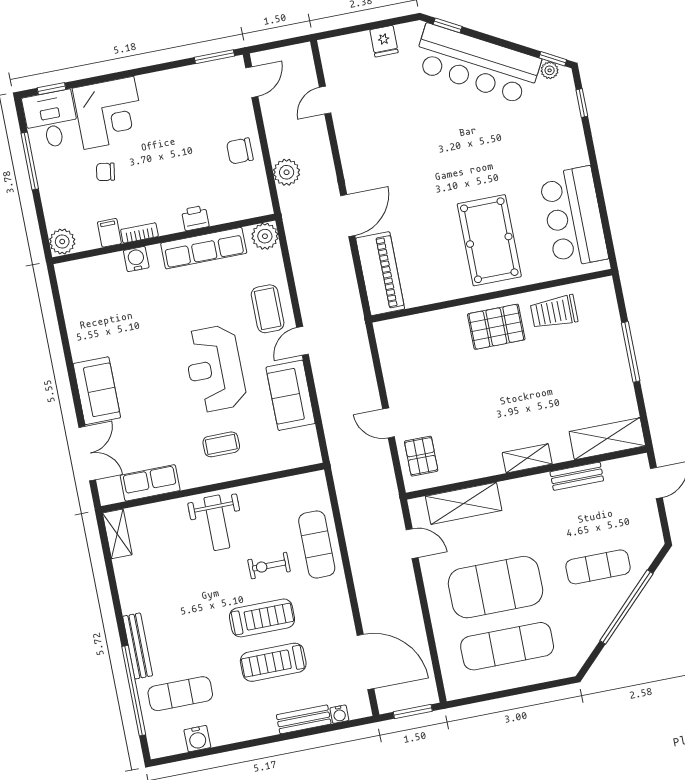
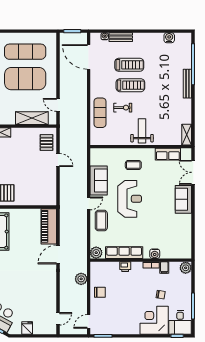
door: (325, 100) -> (58, 319), moved
treadmill: (262, 618) -> (130, 85), turned 180
exercise mat: (180, 694) -> (173, 59), removed

